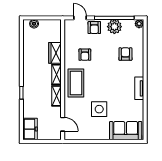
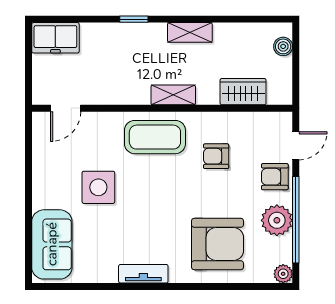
wardrobe: (55, 53) -> (243, 92), moved
armchair: (125, 54) -> (218, 244), width x1.88, depth x1.88
shelving: (56, 96) -> (190, 32), moved

